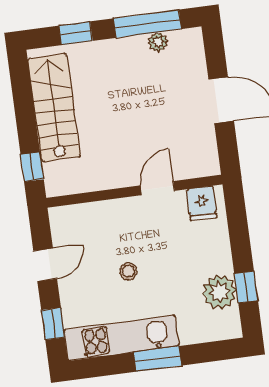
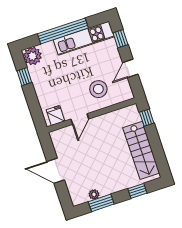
window: (147, 24) -> (101, 203), width x0.69
stool: (128, 271) -> (98, 89), moved, width x1.89, depth x1.89
plant: (219, 292) -> (33, 56), moved
window: (158, 359) -> (63, 31), width x2.11

